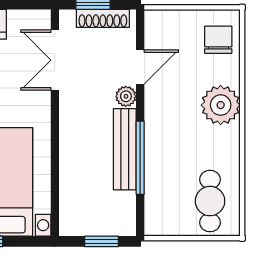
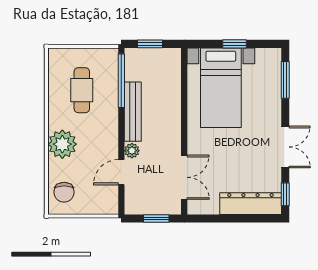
shoe rack: (103, 18) -> (149, 208), removed
window: (140, 158) -> (121, 81), moved
cafe table: (210, 201) -> (82, 90), moved

